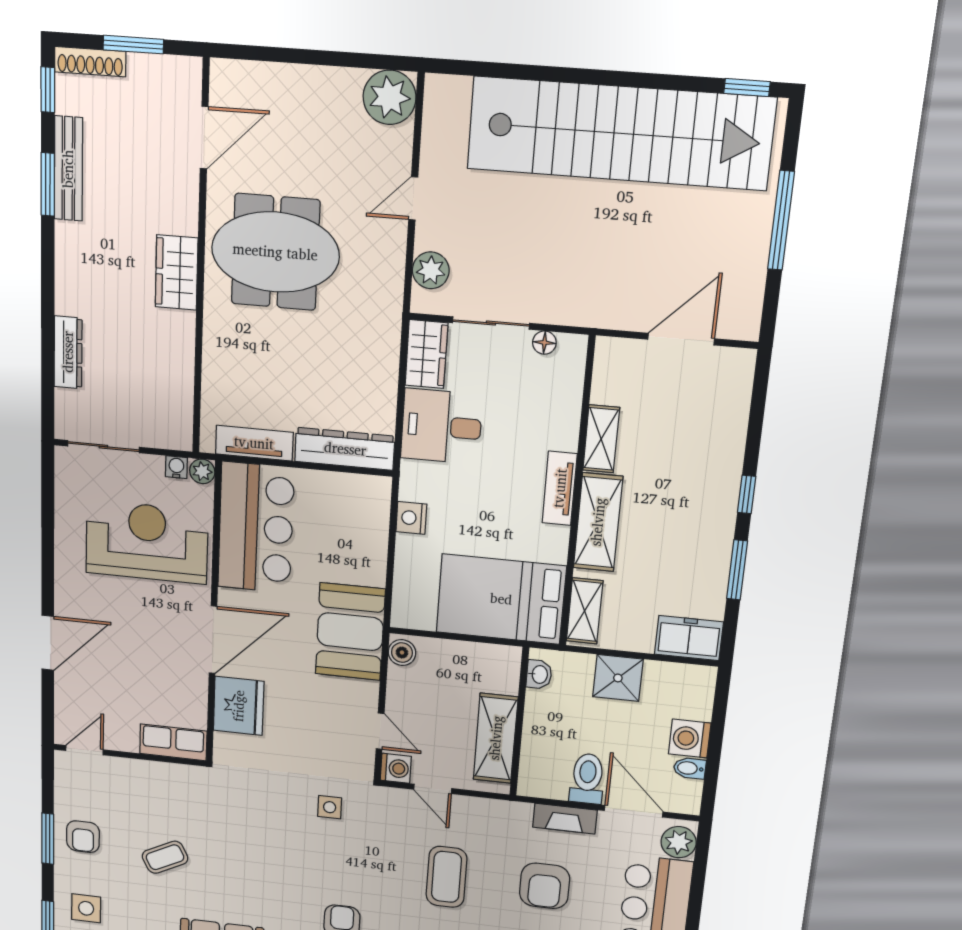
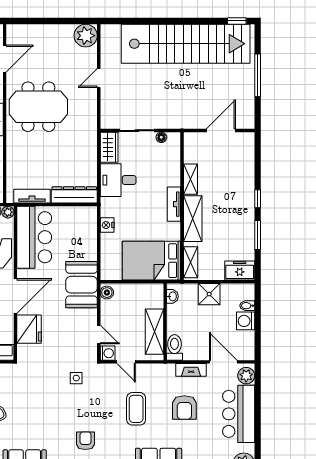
plant: (431, 270) -> (108, 109), removed
bidet: (690, 768) -> (247, 306), moved
toilet: (587, 779) -> (174, 347), moved

